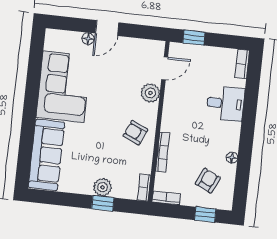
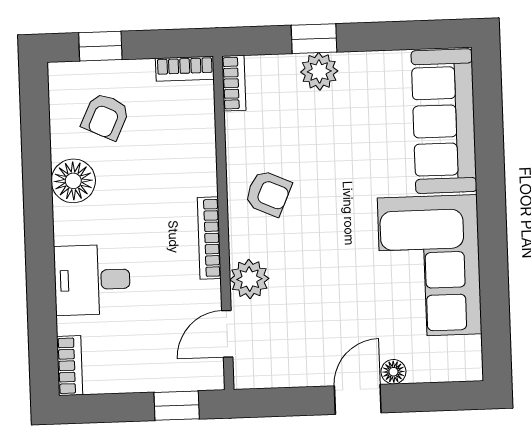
bookcase: (163, 152) -> (209, 238), moved
floor lamp: (232, 158) -> (73, 181), width x1.89, depth x1.89

